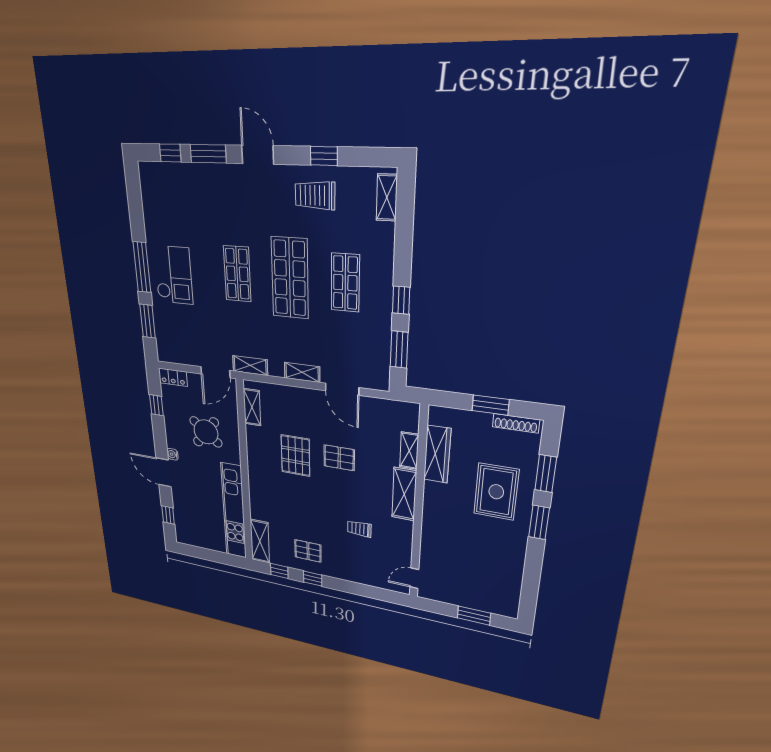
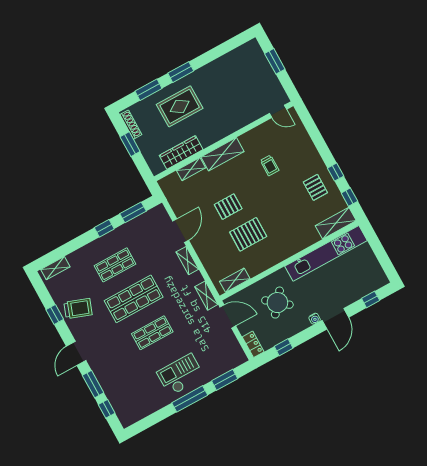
trolley: (315, 195) -> (78, 308), turned -70
pallet: (339, 458) -> (228, 207), turned 90

